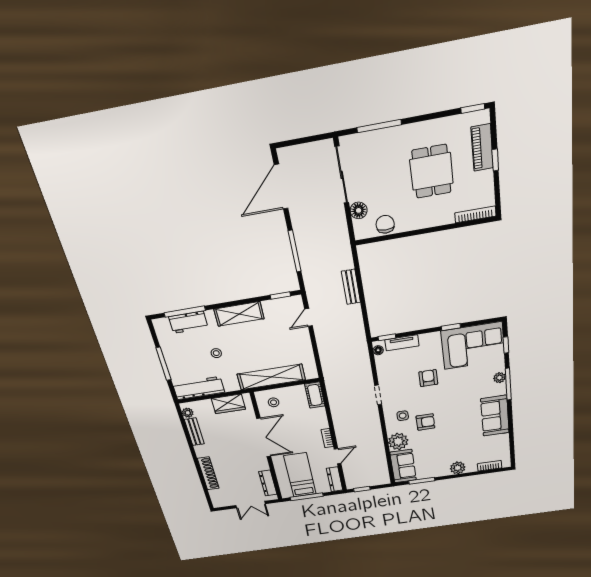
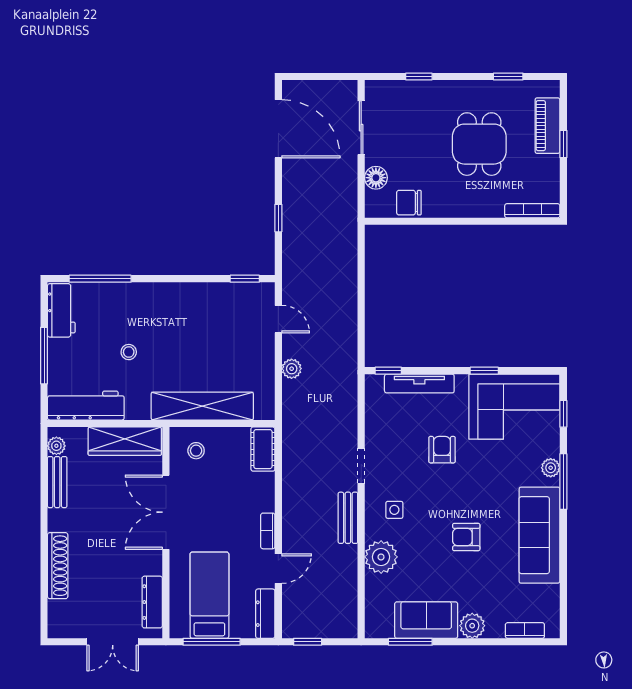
window: (473, 108) -> (508, 76), moved
window: (379, 126) -> (419, 76), width x0.46
sliding door: (342, 175) -> (361, 128), width x0.73
door: (281, 187) -> (278, 129), swing flipped
chair: (385, 224) -> (409, 203), turned -90
window: (295, 251) -> (278, 218), width x0.46
bench: (351, 287) -> (348, 518), moved
shelving: (239, 314) -> (178, 296), removed
door: (309, 317) -> (278, 319), swing flipped
workbench: (188, 322) -> (61, 310), moved, turned -90
tv unit: (402, 343) -> (419, 384), width x1.41
plant: (323, 346) -> (292, 369), added
floor lamp: (378, 350) -> (372, 389), removed
wardrobe: (228, 404) -> (125, 441), width x1.50
sofa: (495, 416) -> (539, 535), width x1.36
armchair: (425, 422) -> (466, 537), moved, turned 180
double door: (264, 438) -> (166, 512), swing flipped
sofa: (403, 466) -> (426, 620), moved, turned -90

